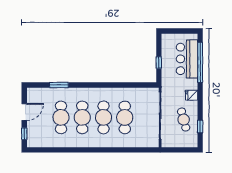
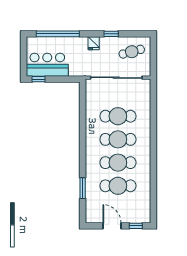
bar counter: (187, 59) -> (47, 65), moved, turned 180
window: (159, 62) -> (39, 79), moved
cafe table: (184, 120) -> (132, 52), moved
window: (200, 126) -> (111, 34), moved

